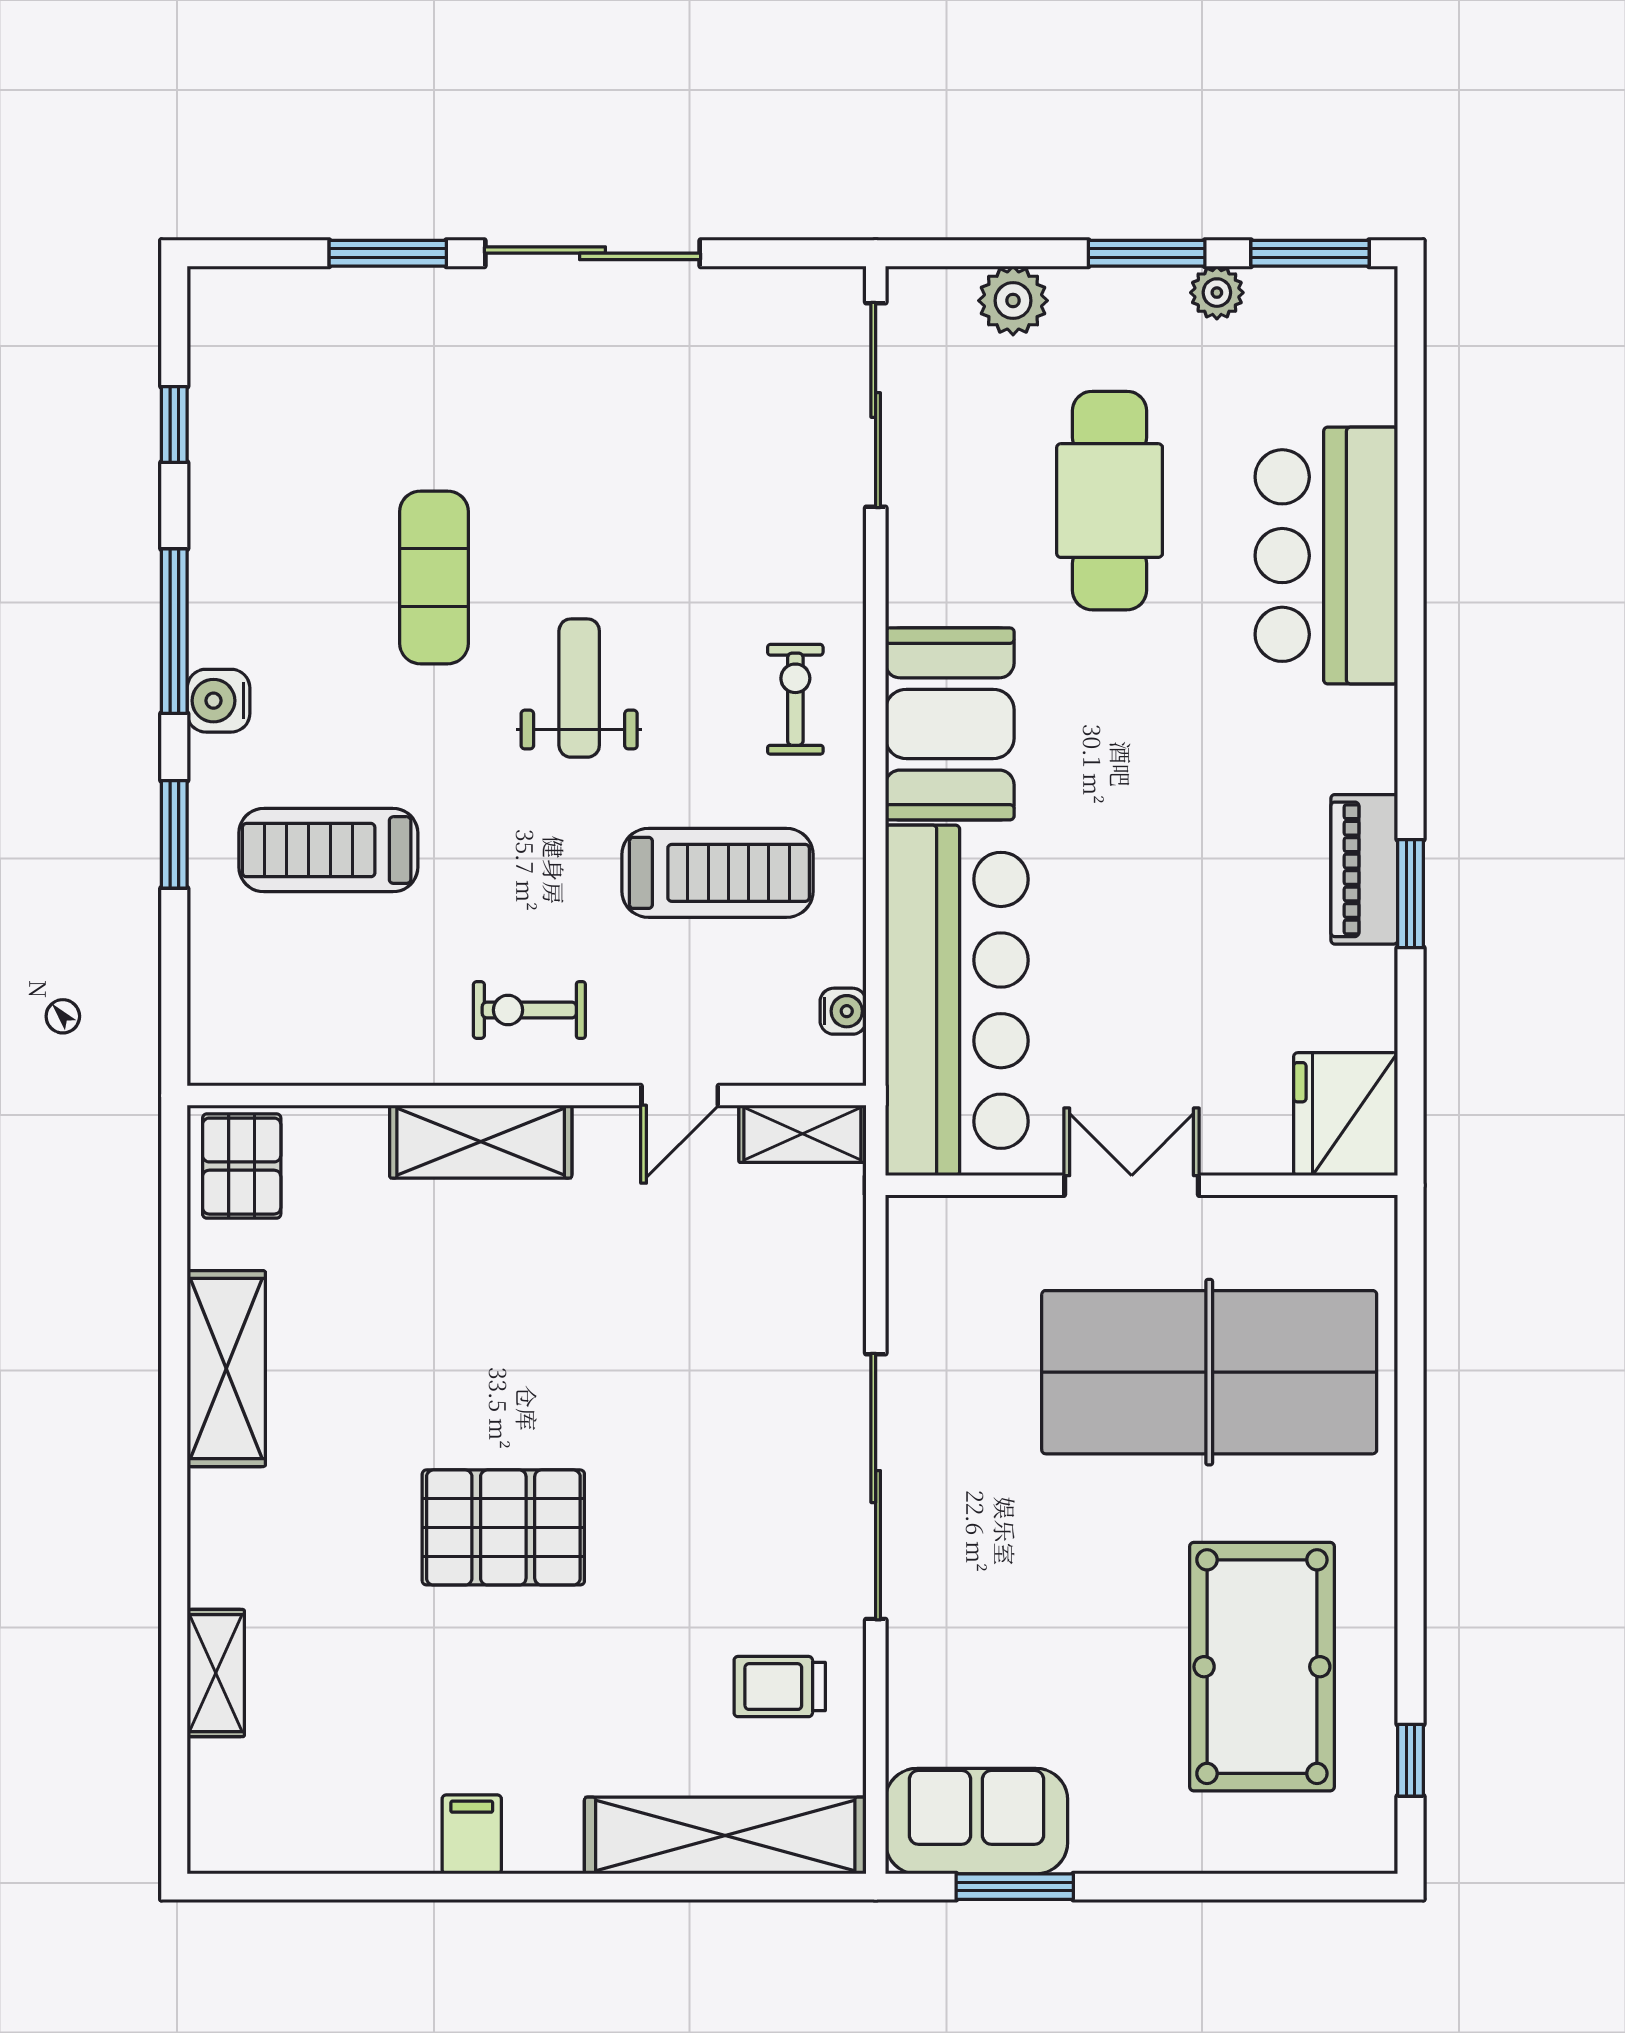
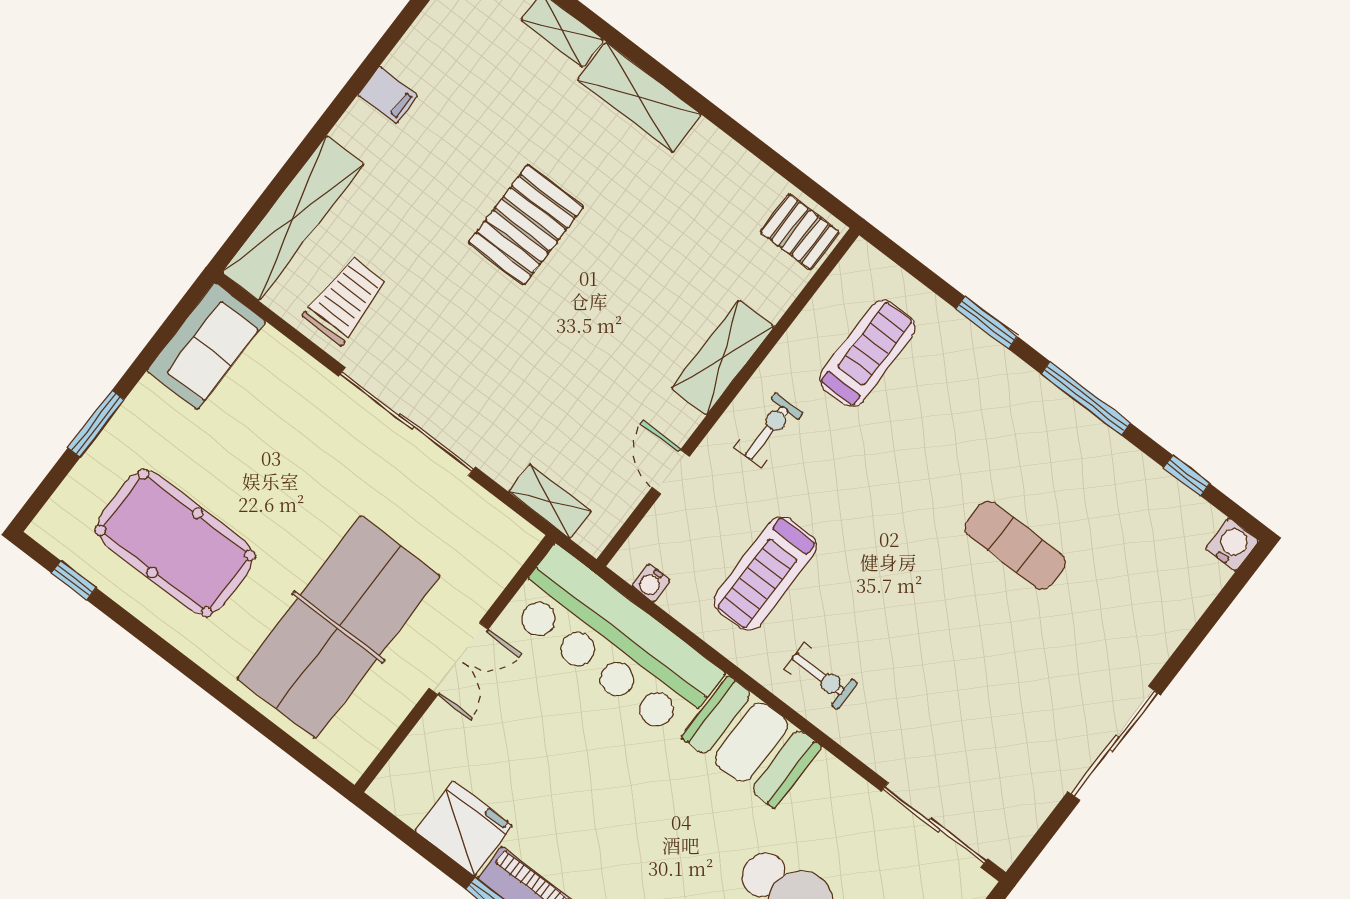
window: (388, 253) -> (1191, 644), removed
weight bench: (579, 688) -> (907, 575), removed
water cooler: (218, 701) -> (1232, 545), moved
treadmill: (328, 850) -> (867, 353), moved
fridge: (1346, 1114) -> (464, 828), moved
shelving: (802, 1134) -> (550, 501), moved, turned 90
shelving: (226, 1369) -> (639, 97), moved
trolley: (780, 1687) -> (345, 300), width x1.36, depth x1.39
window: (1015, 1887) -> (96, 424), moved

